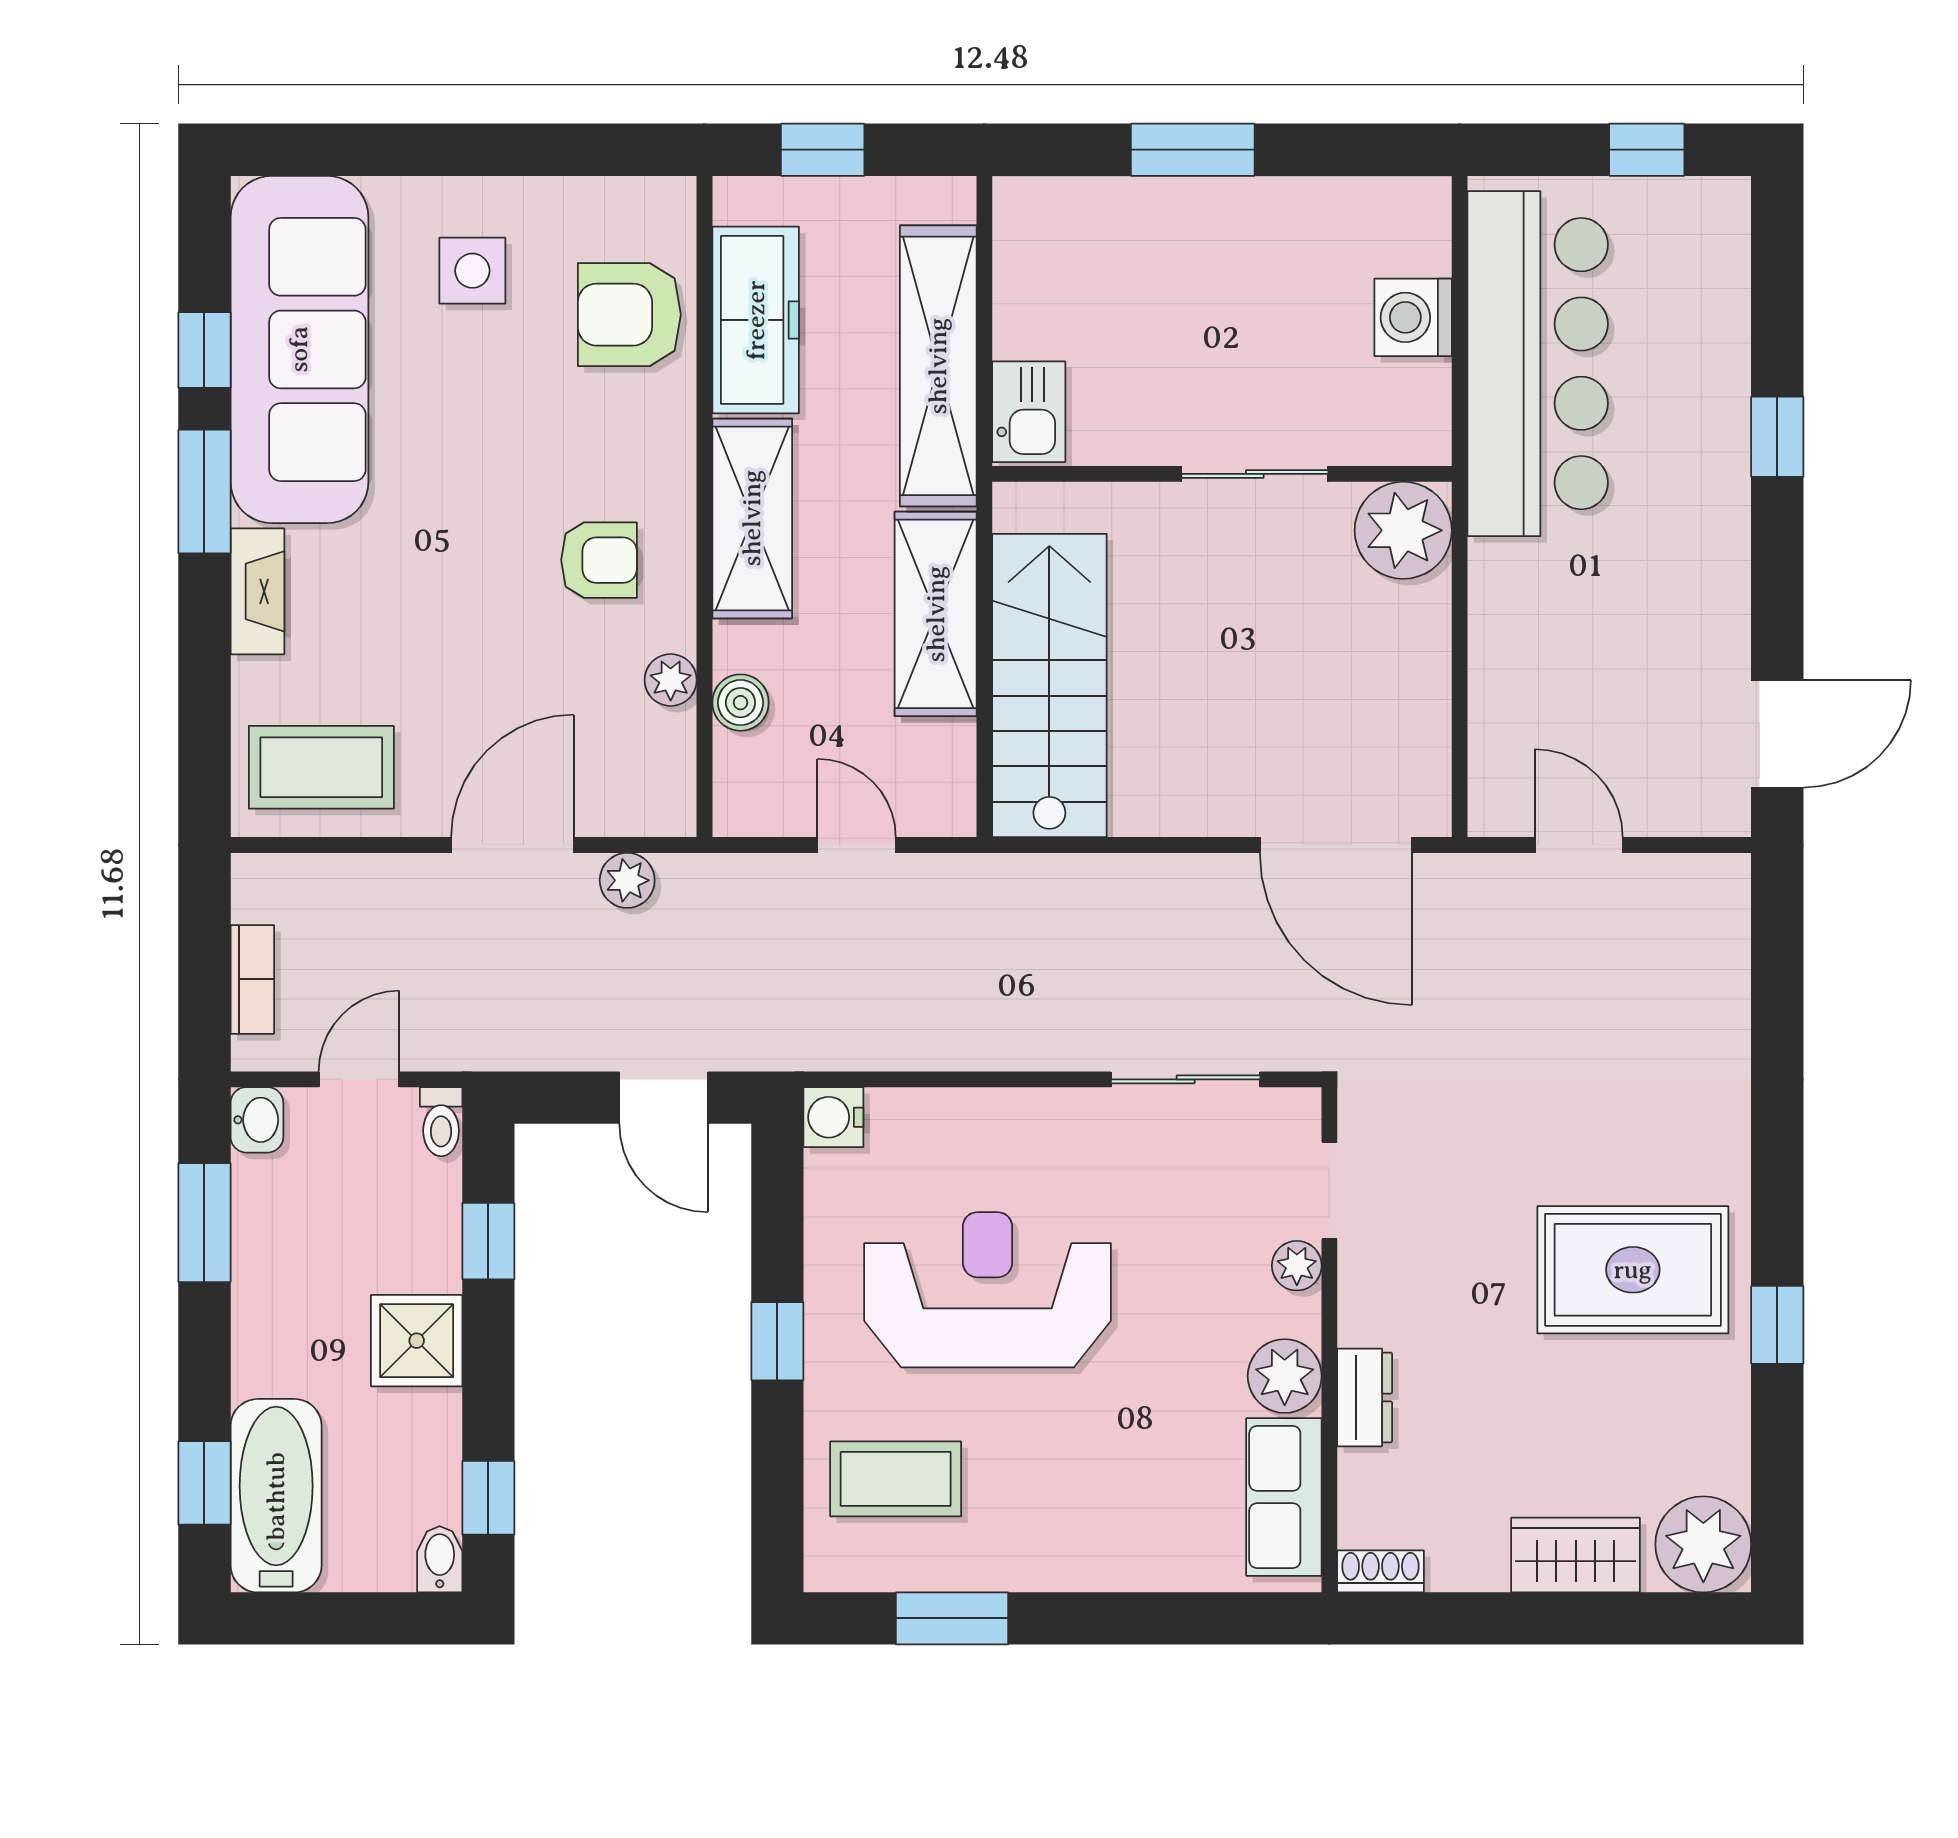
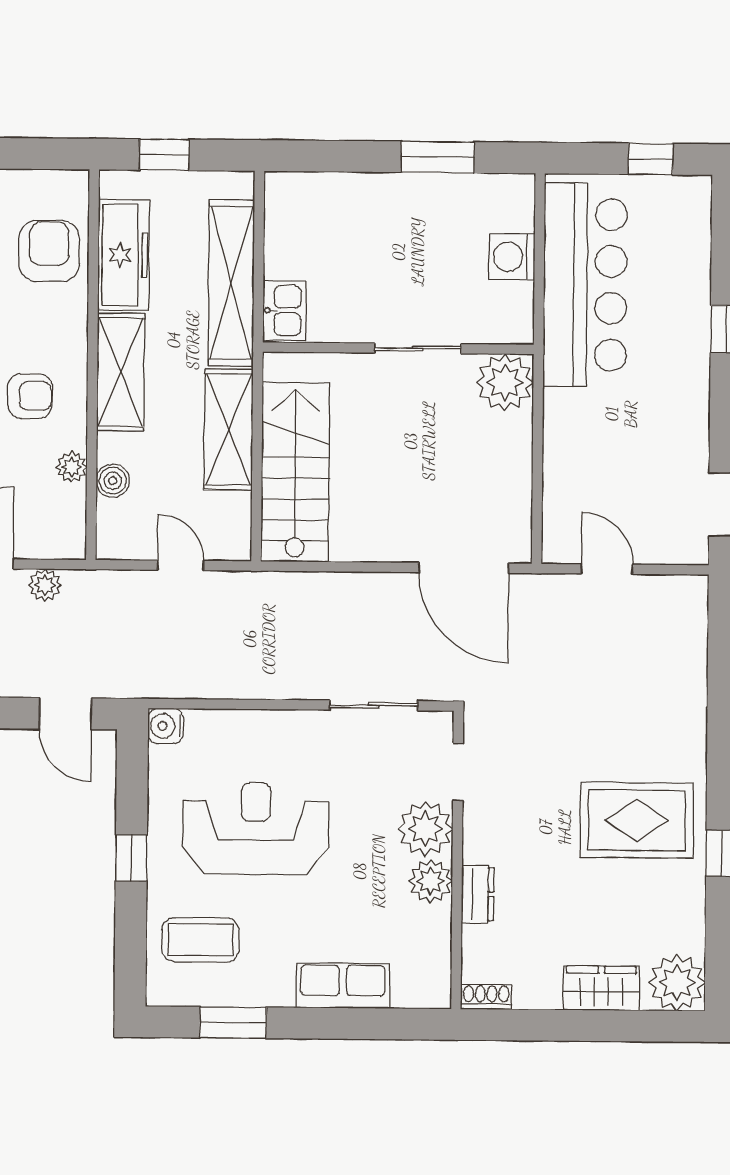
window: (1193, 150) -> (438, 157), moved
armchair: (629, 315) -> (49, 251), turned 90
plant: (1297, 1266) -> (425, 829), width x1.87, depth x1.87
row of seats: (1284, 1497) -> (343, 986), moved, turned 90

